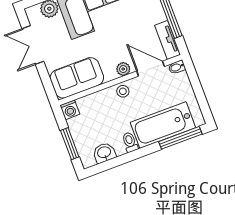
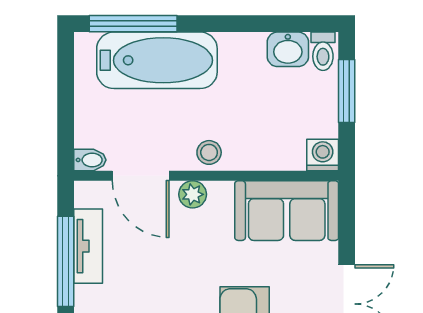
tv unit: (167, 40) -> (88, 246), moved
toilet: (130, 142) -> (323, 51), moved

